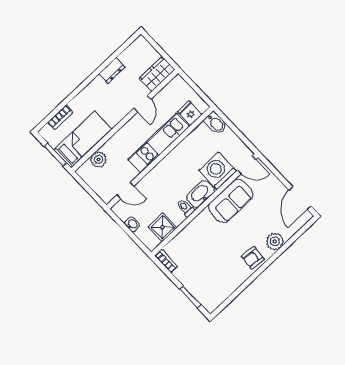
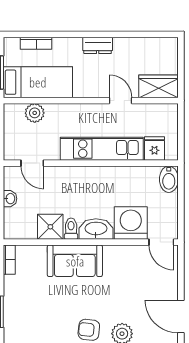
dresser: (112, 71) -> (98, 45), moved
door: (143, 104) -> (121, 101), swing flipped
door: (300, 198) -> (181, 317), hinge flipped
sofa: (231, 201) -> (75, 261), moved
shower: (163, 227) -> (50, 227), moved

